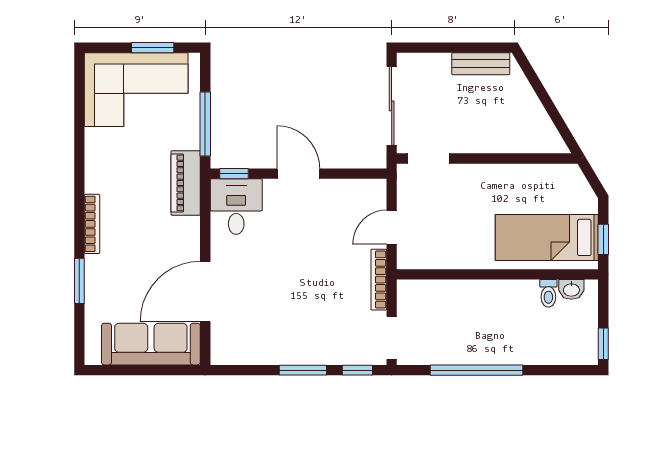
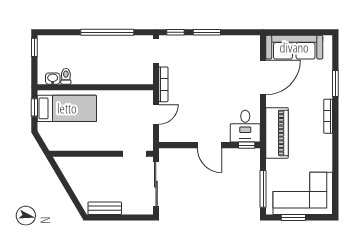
window: (205, 124) -> (263, 189), moved
piano: (186, 183) -> (277, 133), width x1.37, depth x1.33

